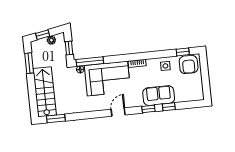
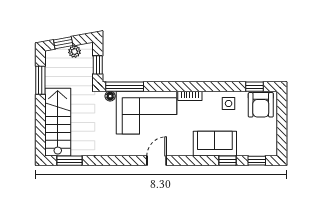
window: (148, 109) -> (257, 161), moved

